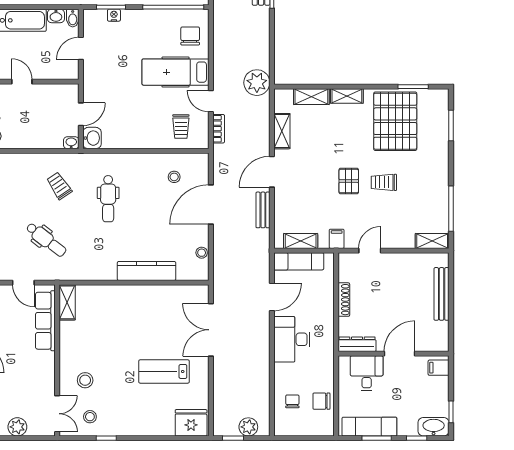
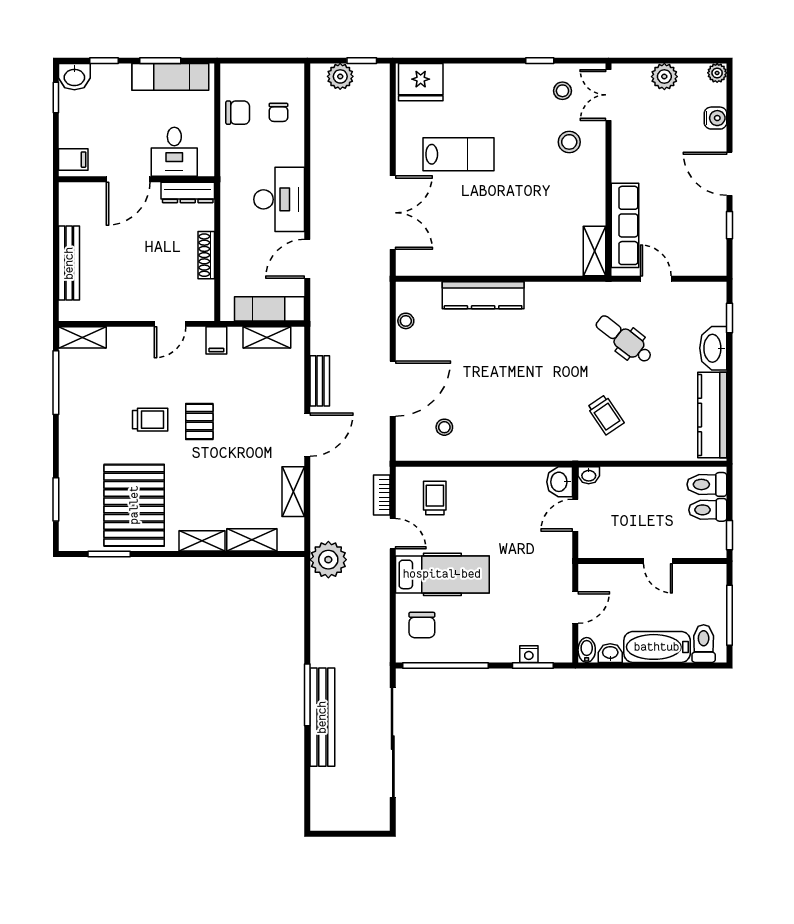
dental chair: (108, 199) -> (537, 397), removed
washbasin: (434, 427) -> (74, 77), width x0.72

